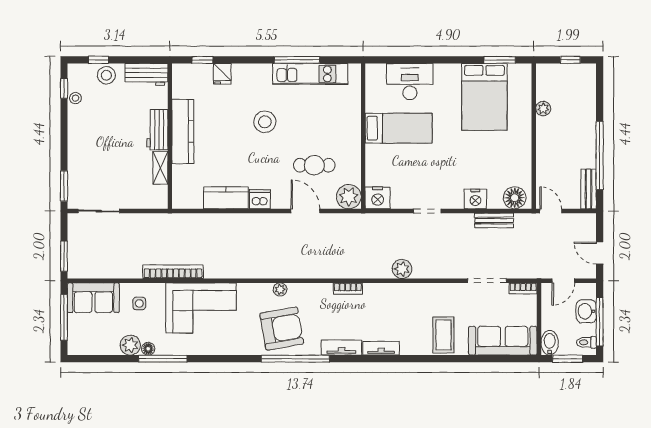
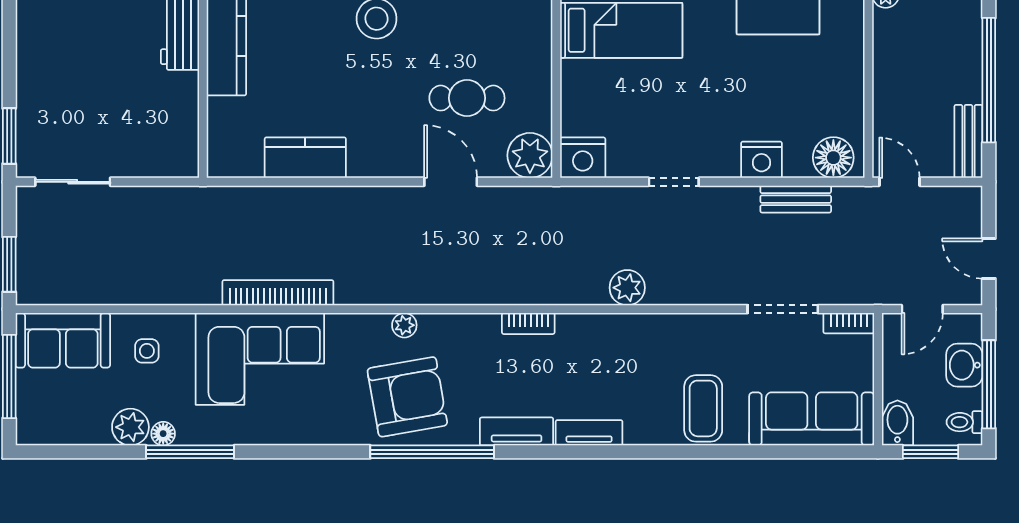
shelving: (160, 168) -> (185, 103), removed
dishwasher: (260, 199) -> (367, 160), removed
bookcase: (173, 272) -> (278, 293), moved

